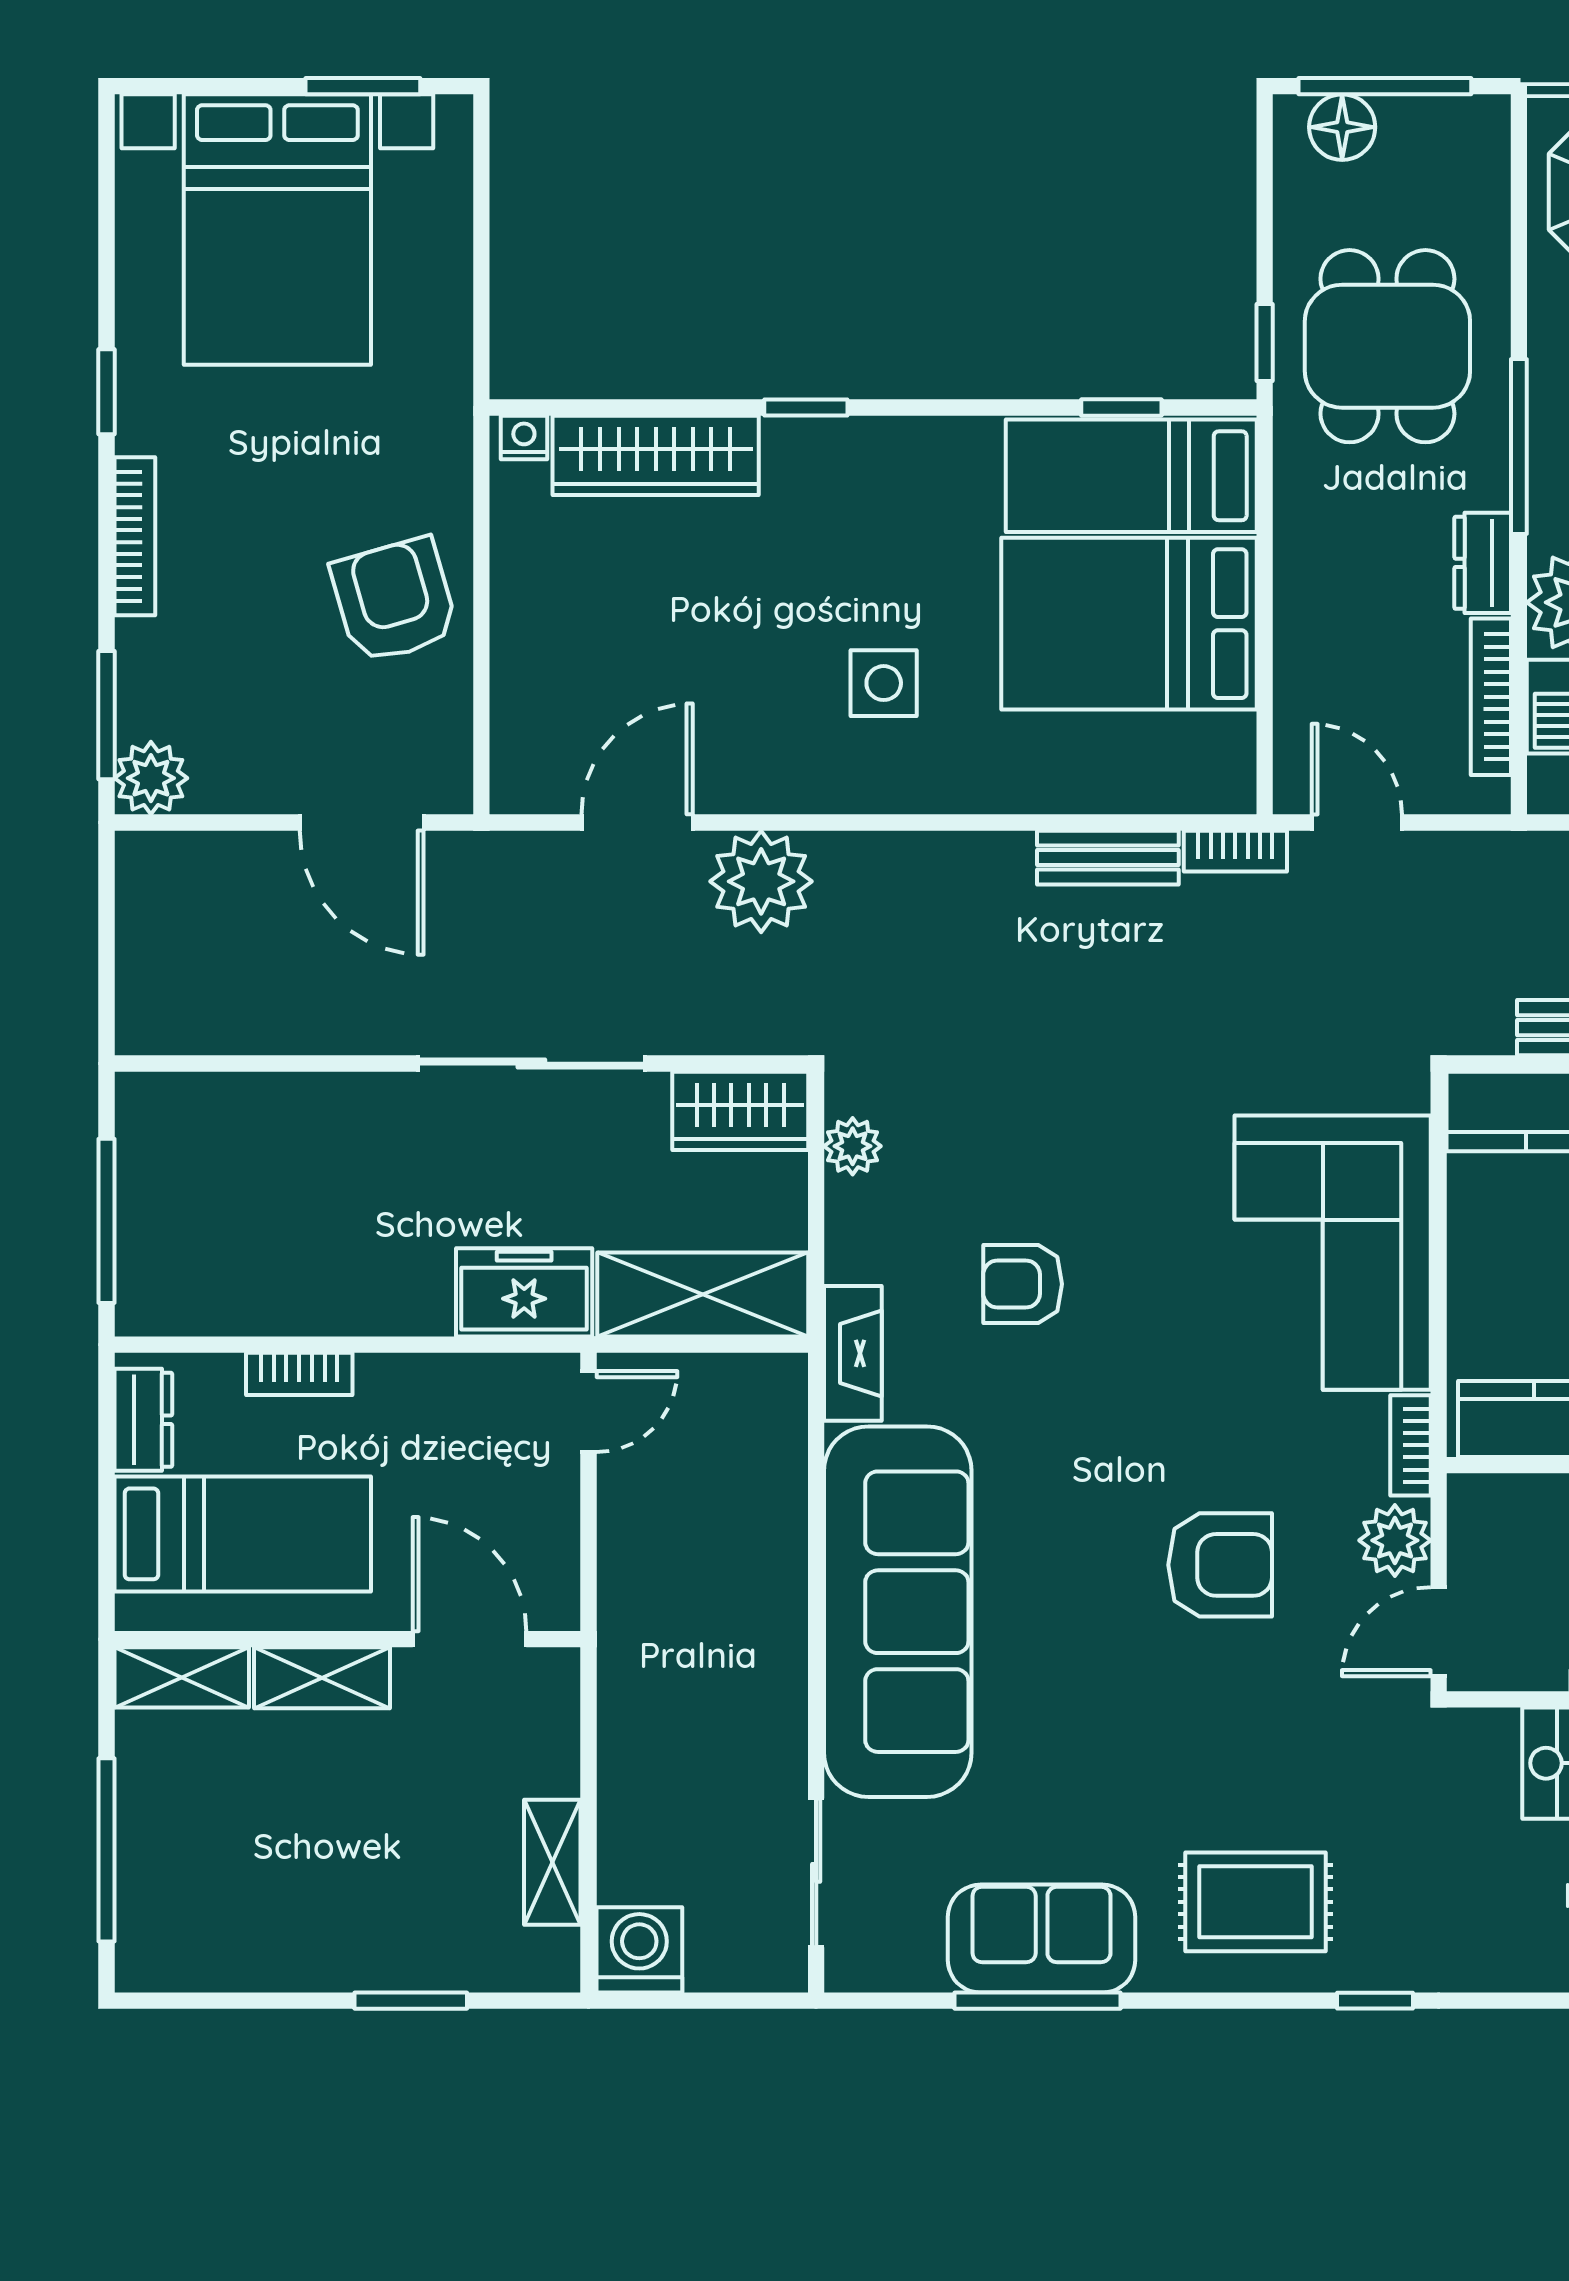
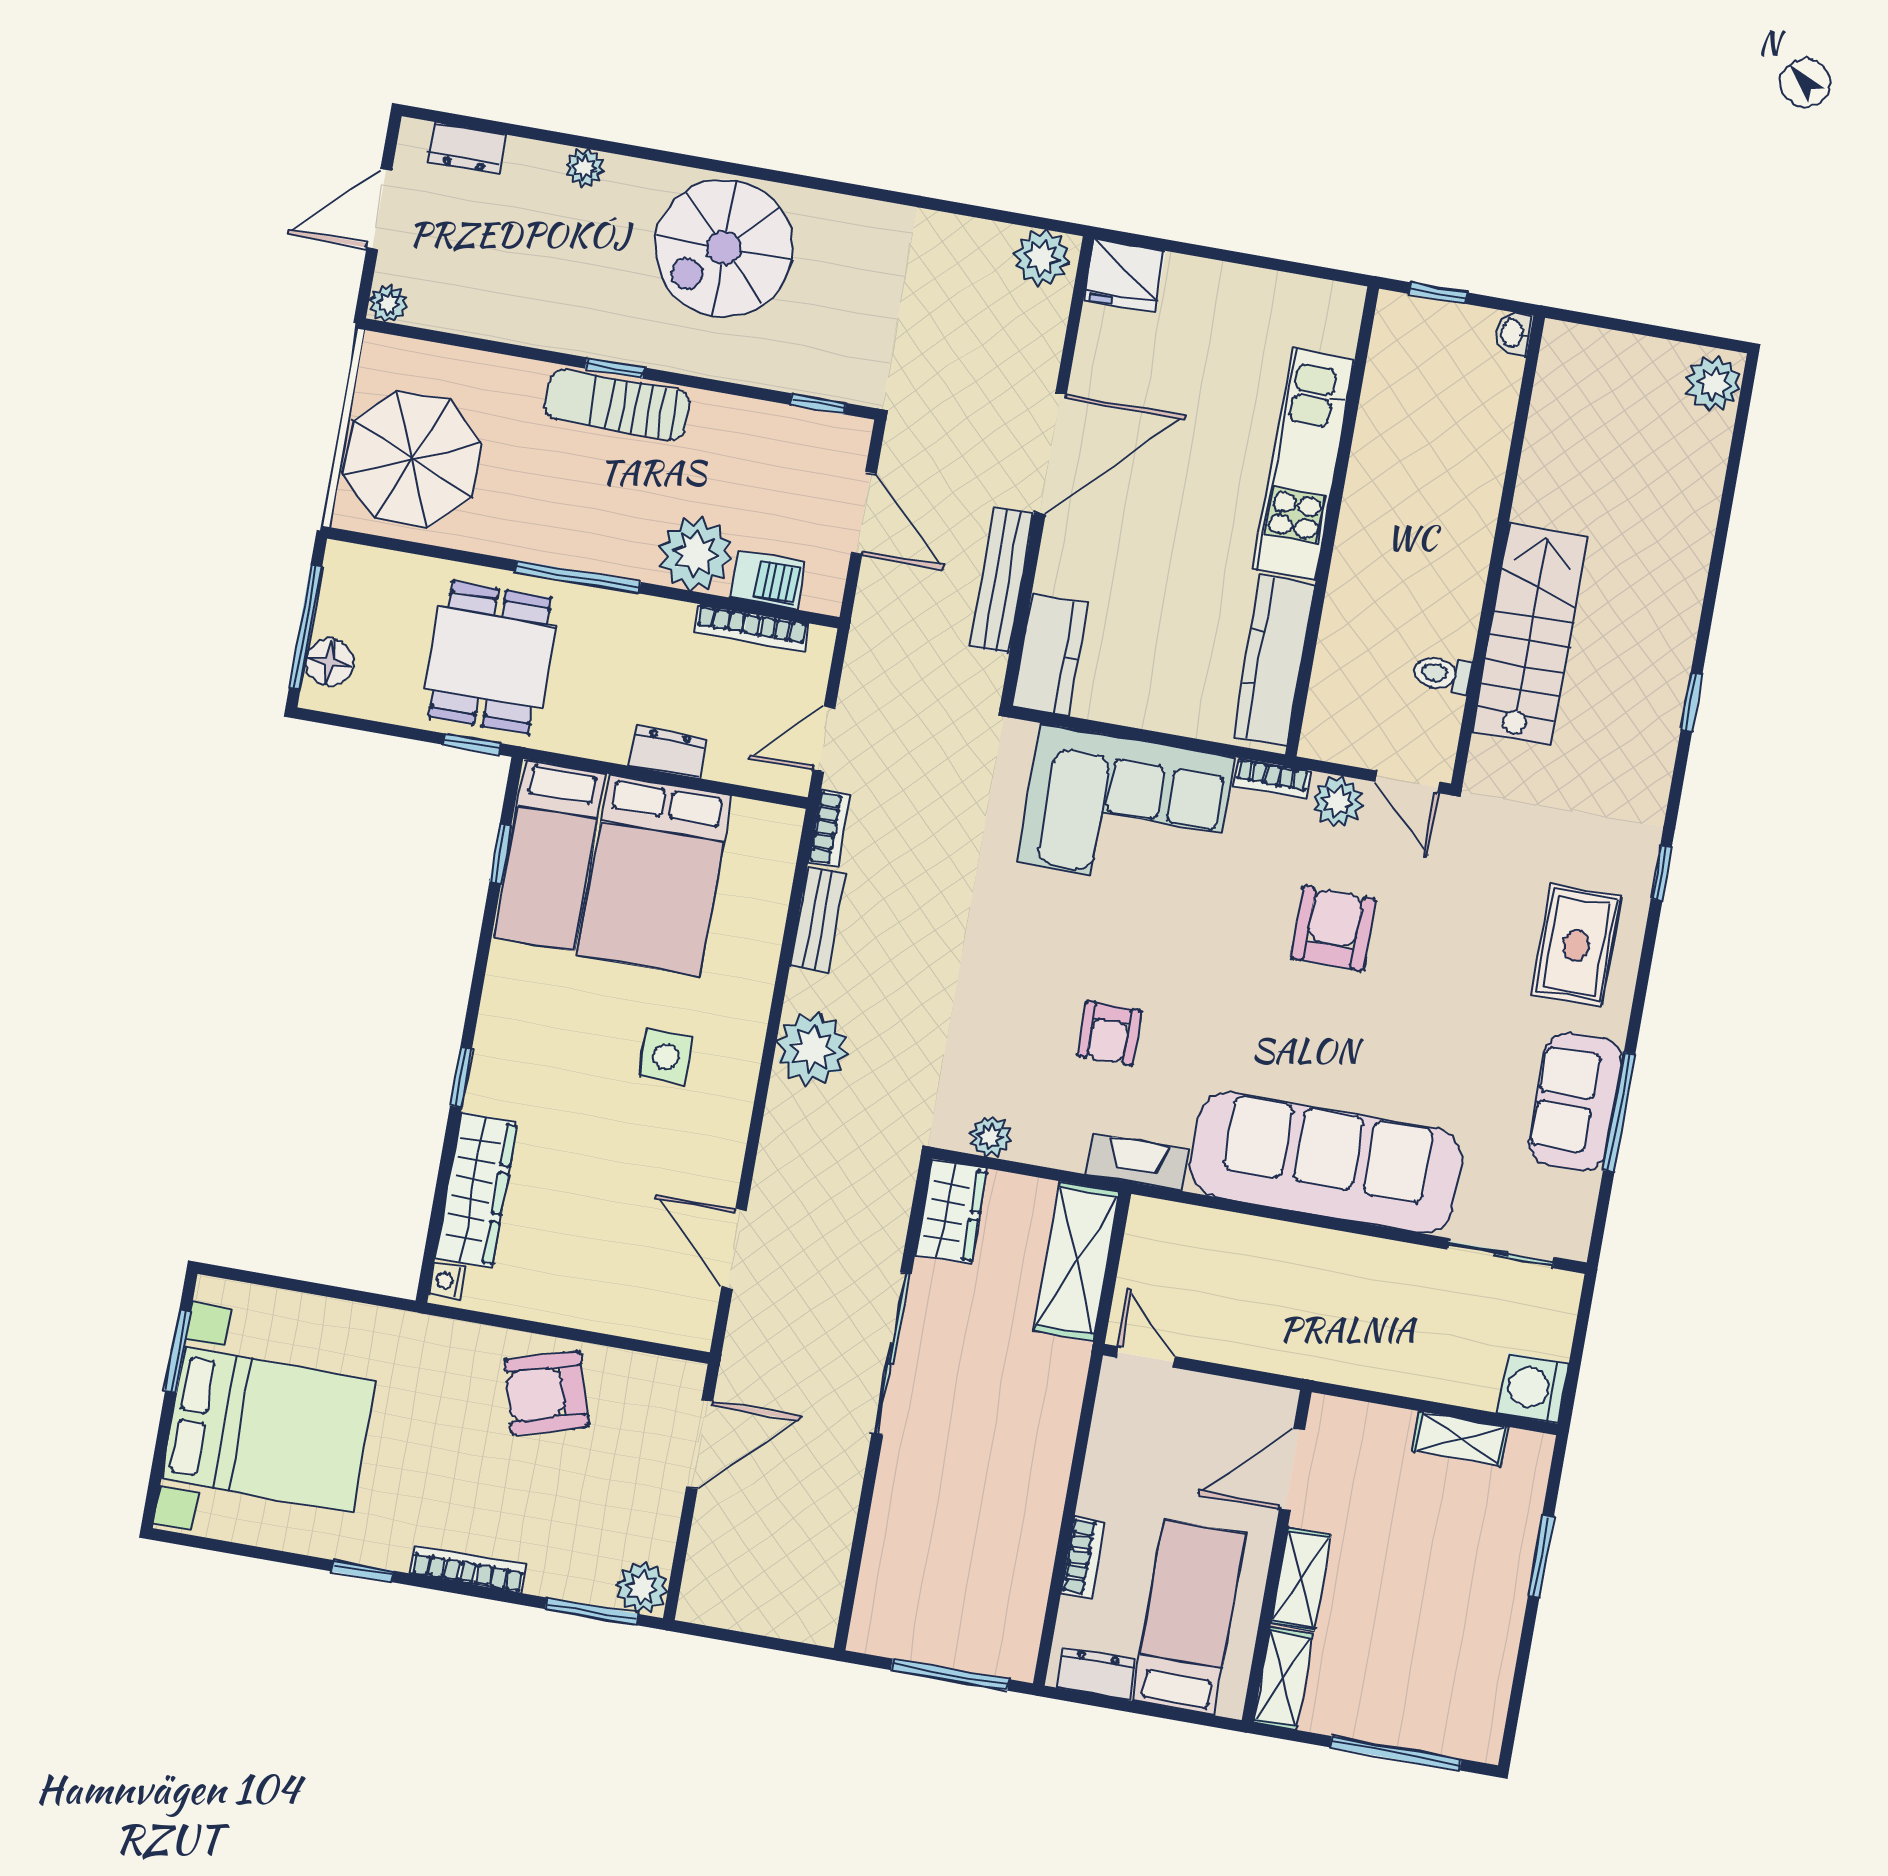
dining table: (1387, 346) -> (490, 657), turned 90
dresser: (1483, 563) -> (668, 752), moved, turned 180
plant: (761, 881) -> (812, 1049), moved
freezer: (524, 1292) -> (1053, 1388), removed

